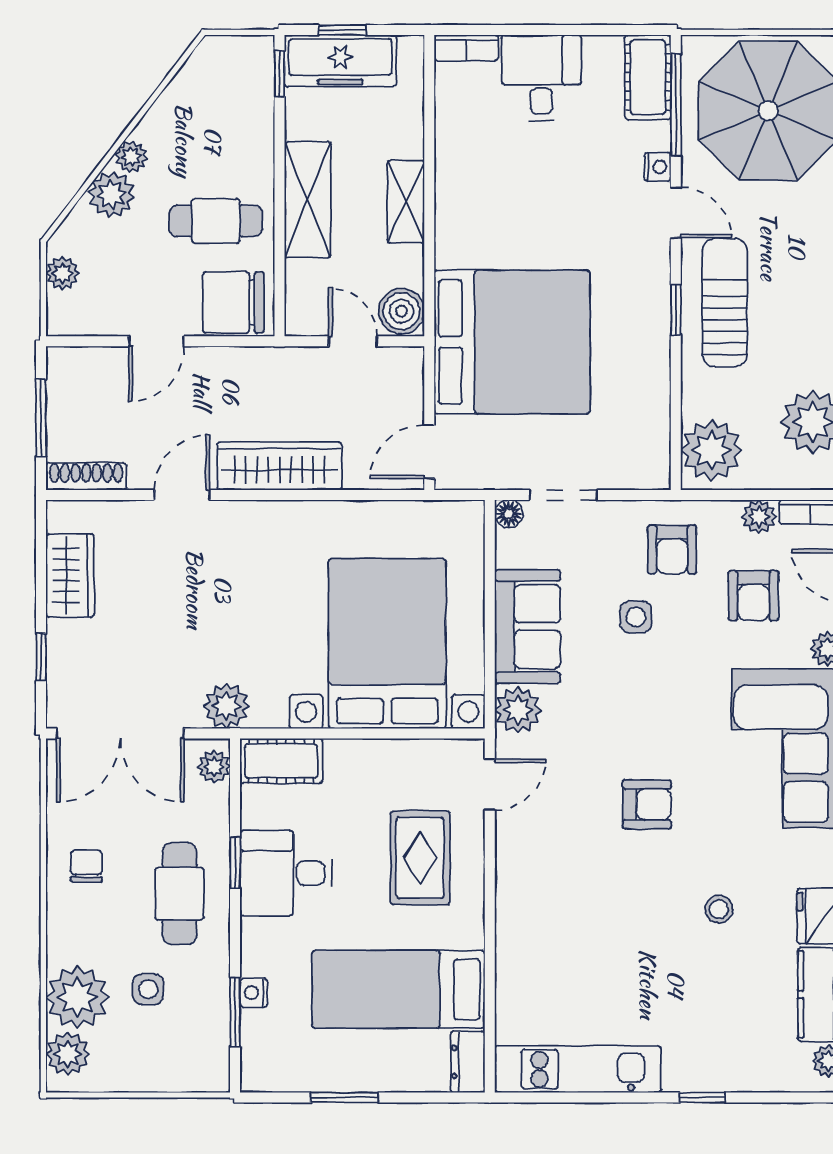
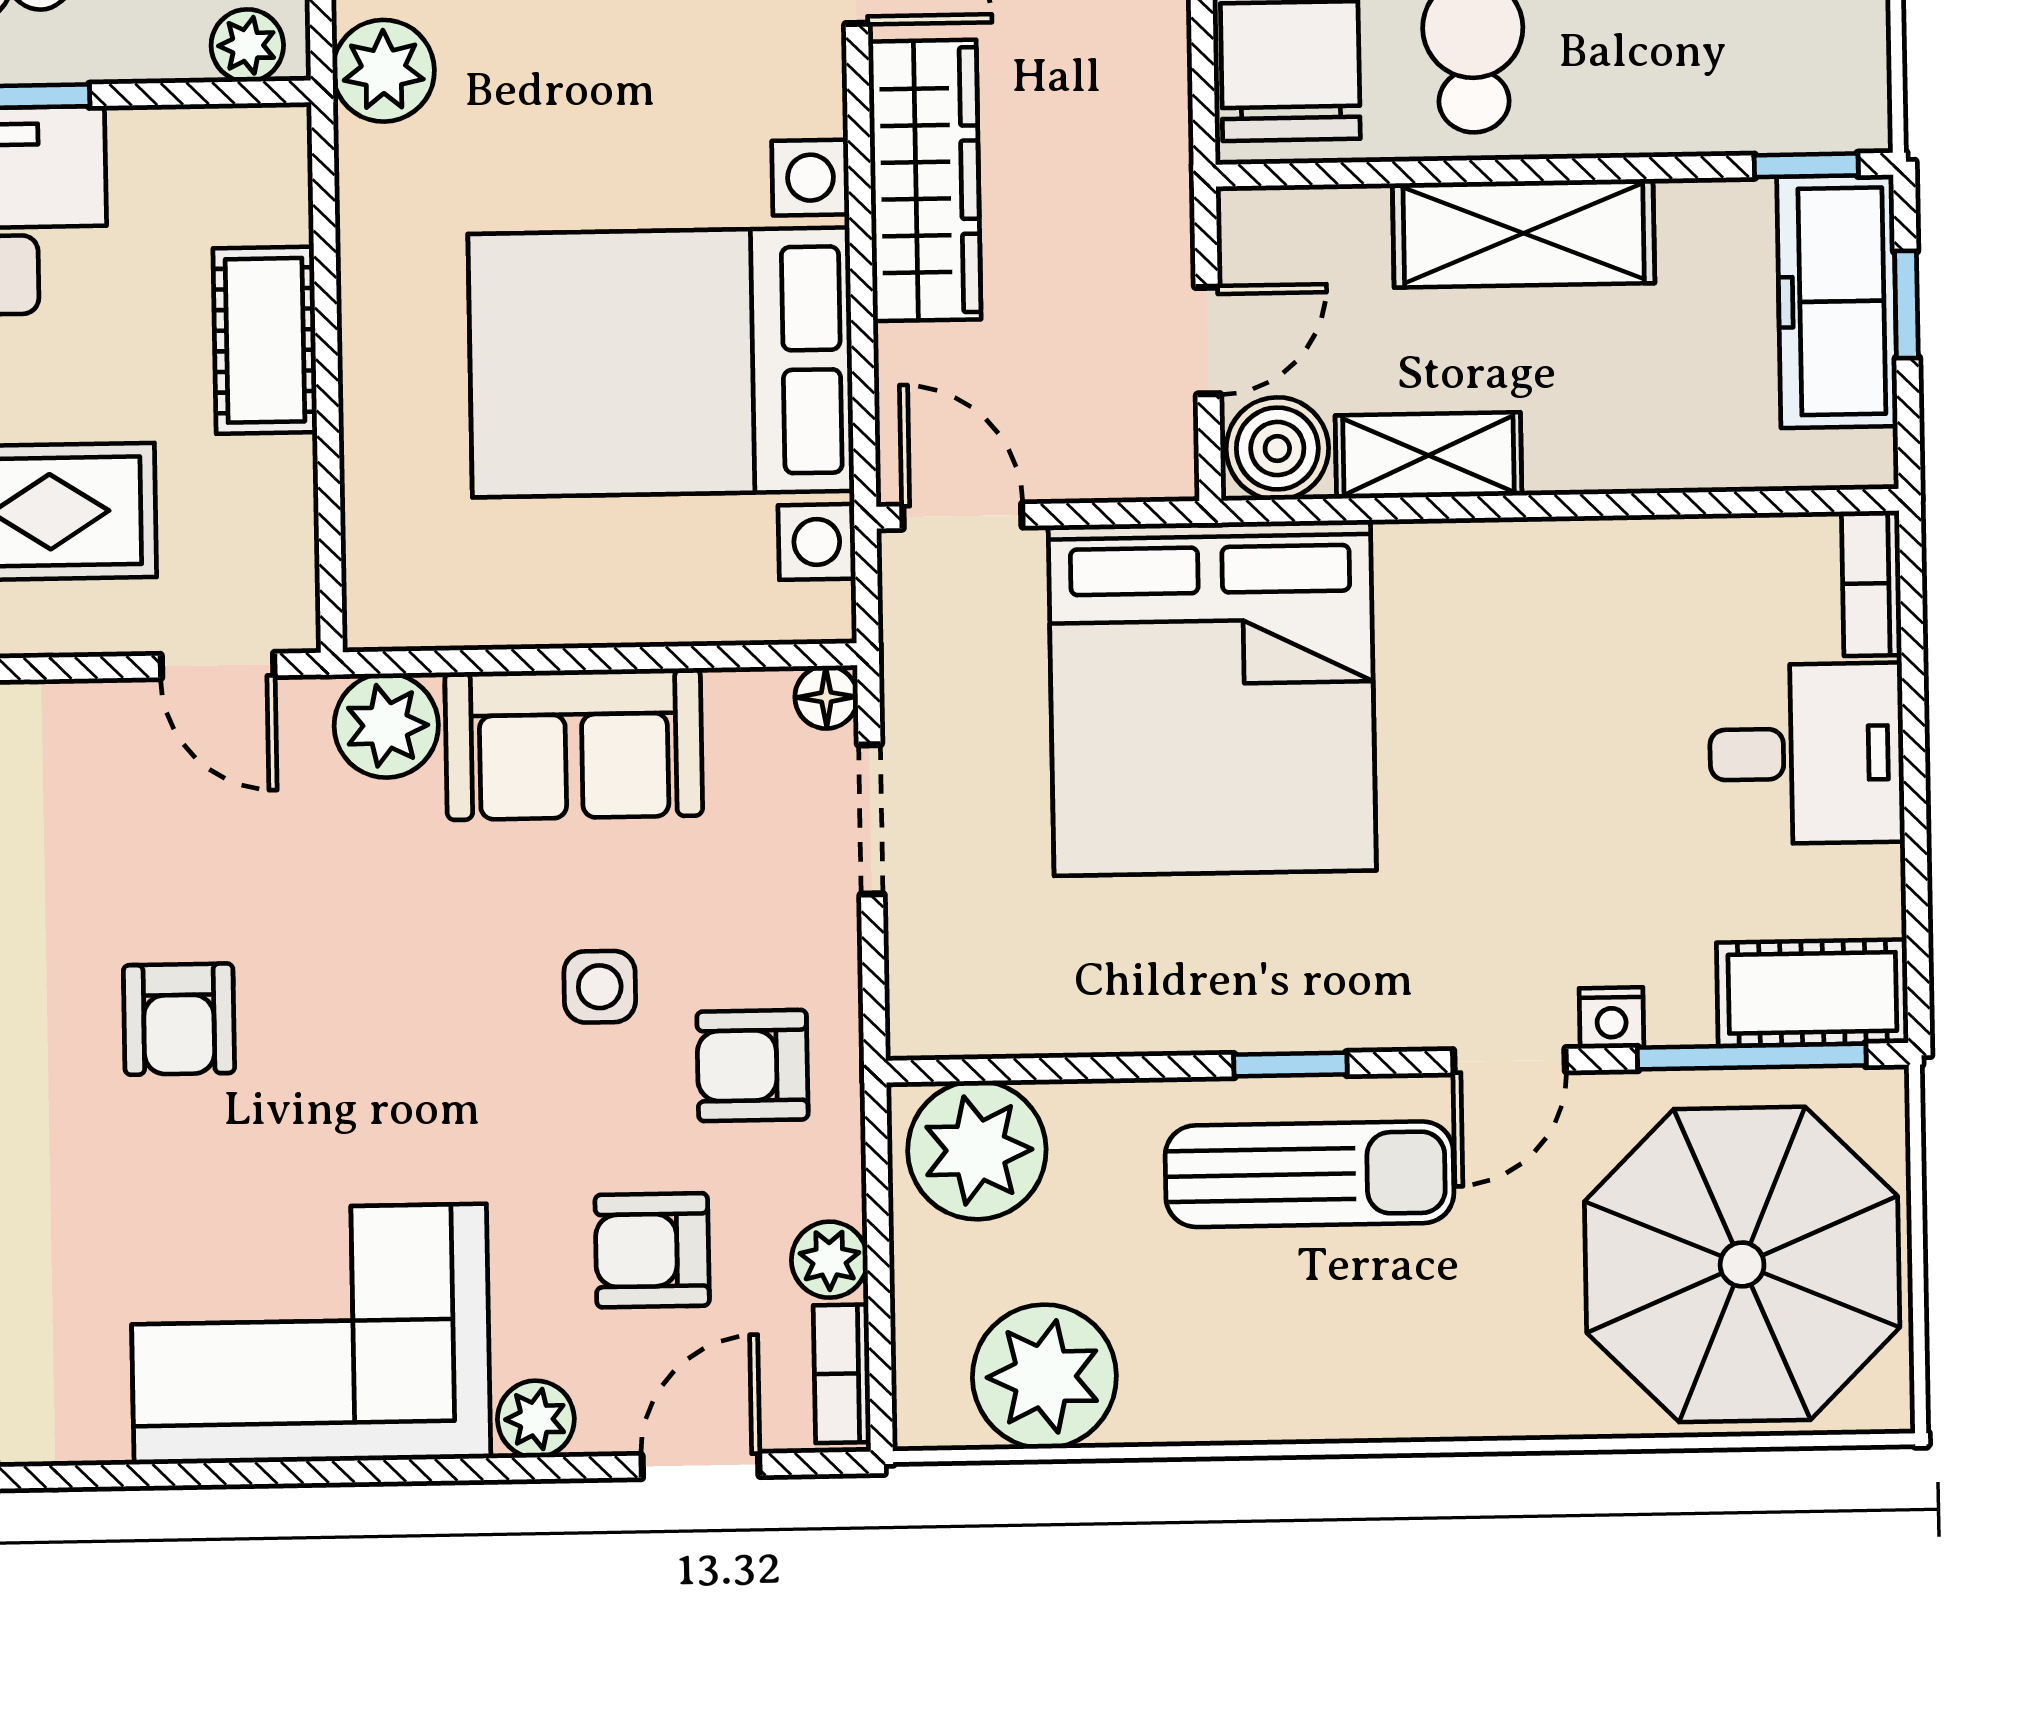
shelving: (406, 202) -> (1429, 455), moved
bed with nightstands: (387, 644) -> (661, 362), moved, turned 180
cot: (281, 761) -> (265, 340), moved

